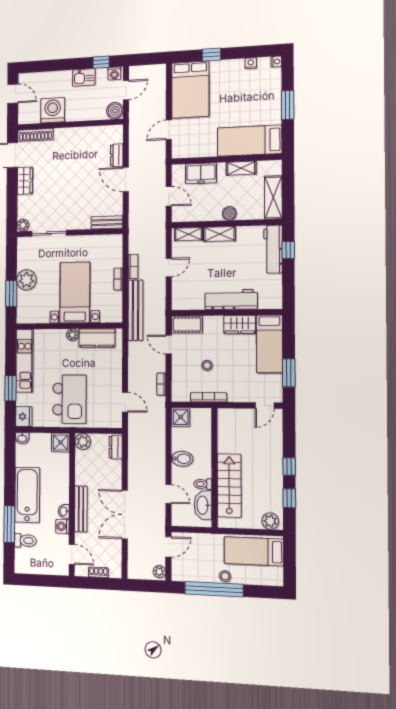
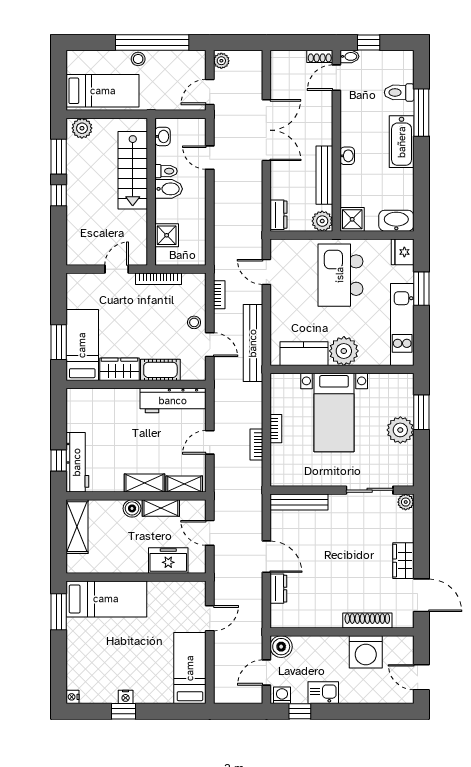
window: (211, 55) -> (124, 711), moved
nightstand: (251, 63) -> (126, 697), moved
bed: (190, 90) -> (190, 668), width x0.67
window: (288, 105) -> (59, 612), moved
shoe rack: (35, 135) -> (367, 621), moved
shelving: (241, 168) -> (161, 508), moved
bench: (107, 222) -> (299, 502), width x1.36
workbench: (231, 299) -> (173, 401), moved
bench: (135, 310) -> (253, 343), moved
cot: (187, 324) -> (160, 370), moved
plant: (72, 335) -> (344, 351), width x1.88, depth x1.88
stool: (207, 365) -> (194, 322), moved
window: (289, 373) -> (59, 342), moved
door: (265, 406) -> (117, 269), moved
shower: (181, 417) -> (167, 235), moved
washbasin: (22, 438) -> (396, 221), width x1.91, depth x1.45
bidet: (182, 459) -> (169, 189), moved, turned 180
bathtub: (27, 495) -> (402, 142), width x0.73, depth x0.73
window: (289, 498) -> (59, 157), width x1.50
washbasin: (203, 505) -> (163, 136), width x0.52, depth x0.69
bench: (81, 509) -> (324, 175), moved
washbasin: (64, 511) -> (347, 156), moved
washing machine: (62, 526) -> (349, 112), removed
door: (72, 554) -> (336, 78), hinge flipped
bidet: (62, 570) -> (349, 56), added
shoe rack: (98, 572) -> (320, 56), moved
window: (48, 581) -> (369, 42), added

